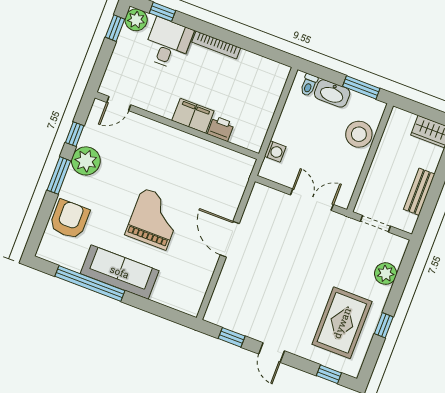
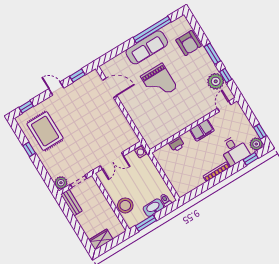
filing cabinet: (193, 116) -> (202, 130), moved
washing machine: (275, 152) -> (141, 152), moved
plant: (86, 161) -> (216, 81), moved
bench: (419, 192) -> (71, 203), moved
door: (230, 239) -> (110, 88), moved
plant: (386, 274) -> (61, 183), moved

